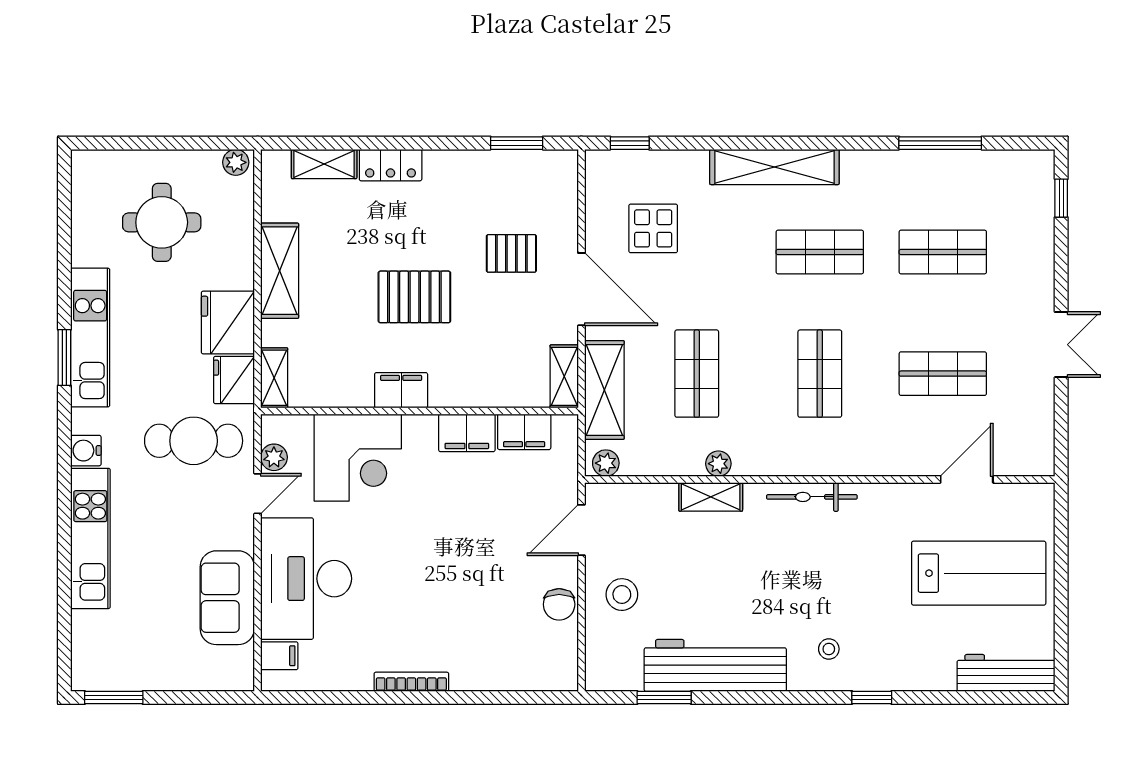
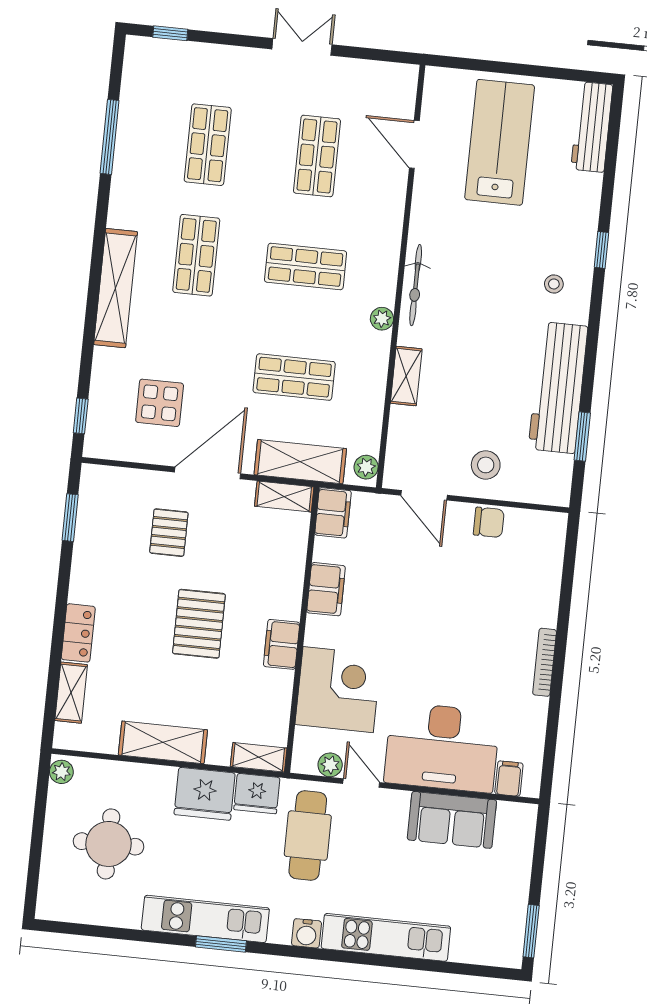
filing cabinet: (524, 432) -> (333, 513), moved
plant: (718, 464) -> (382, 319), moved

